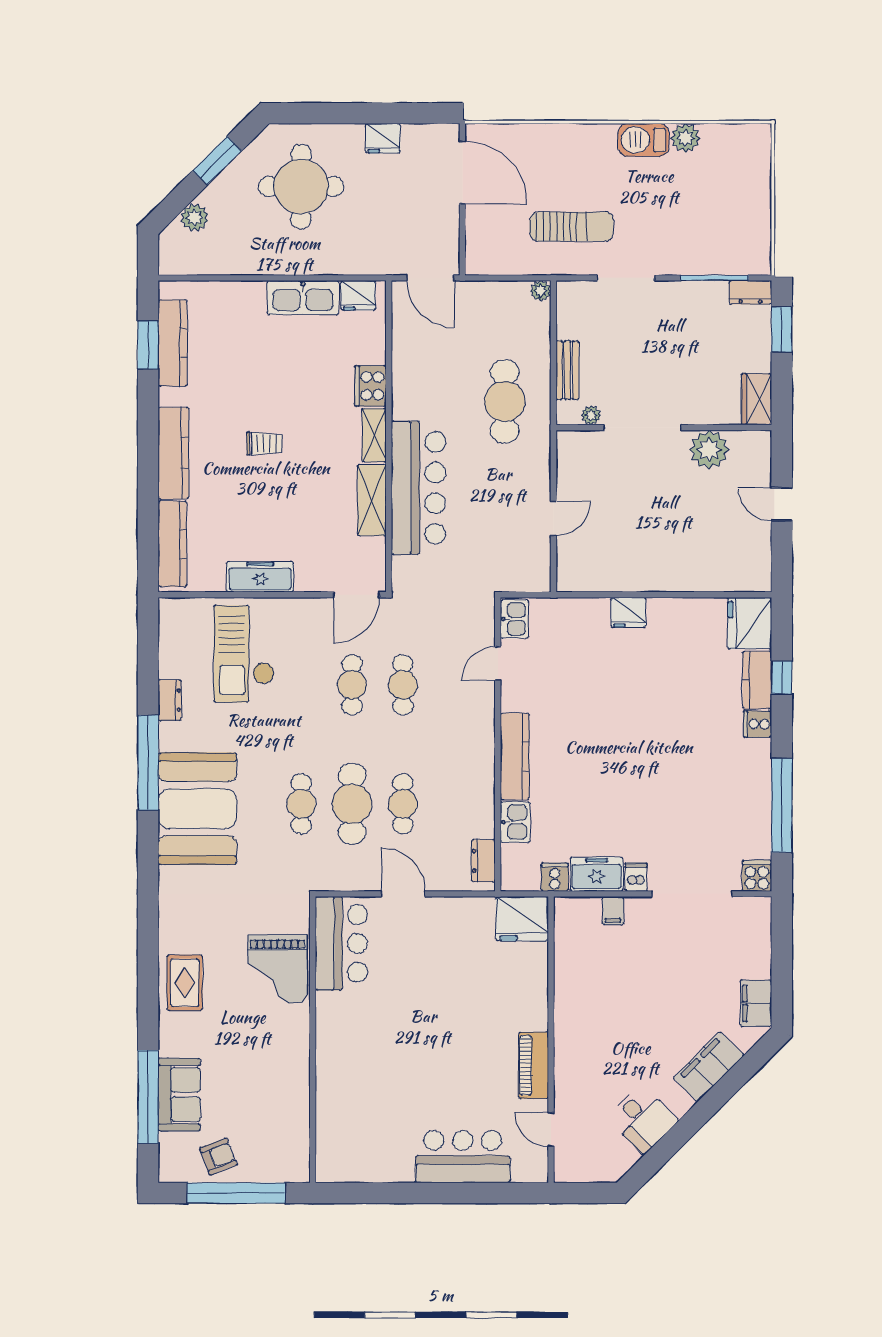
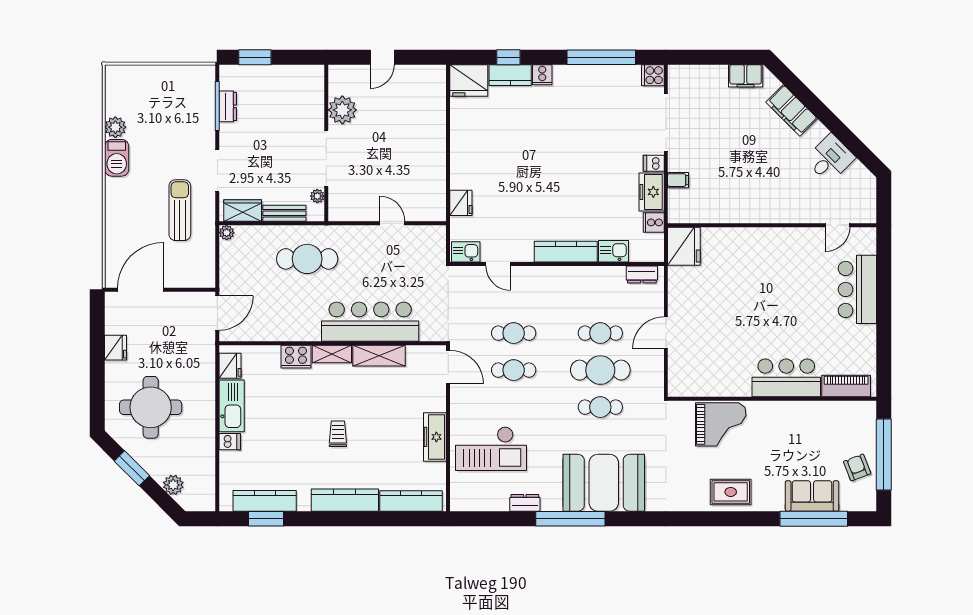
dresser: (750, 292) -> (228, 106), moved
dishwasher: (254, 295) -> (230, 442), added
wardrobe: (757, 399) -> (243, 211), moved, turned 180
fridge: (629, 612) -> (461, 203), moved
bar counter: (341, 943) -> (786, 378), moved
piano: (534, 1065) -> (846, 386), moved, turned 180

